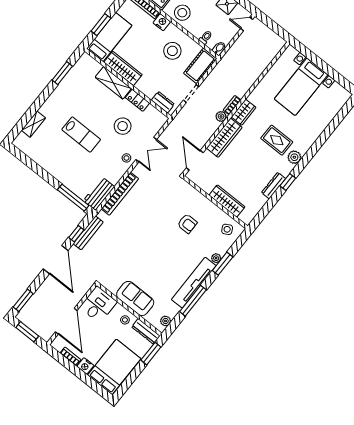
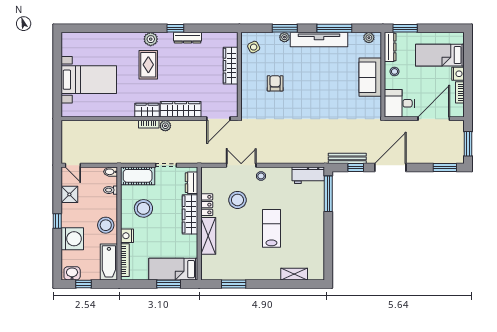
wardrobe: (123, 68) -> (190, 214), moved
bookcase: (120, 194) -> (295, 158), removed
bed: (114, 367) -> (440, 55), width x0.67

